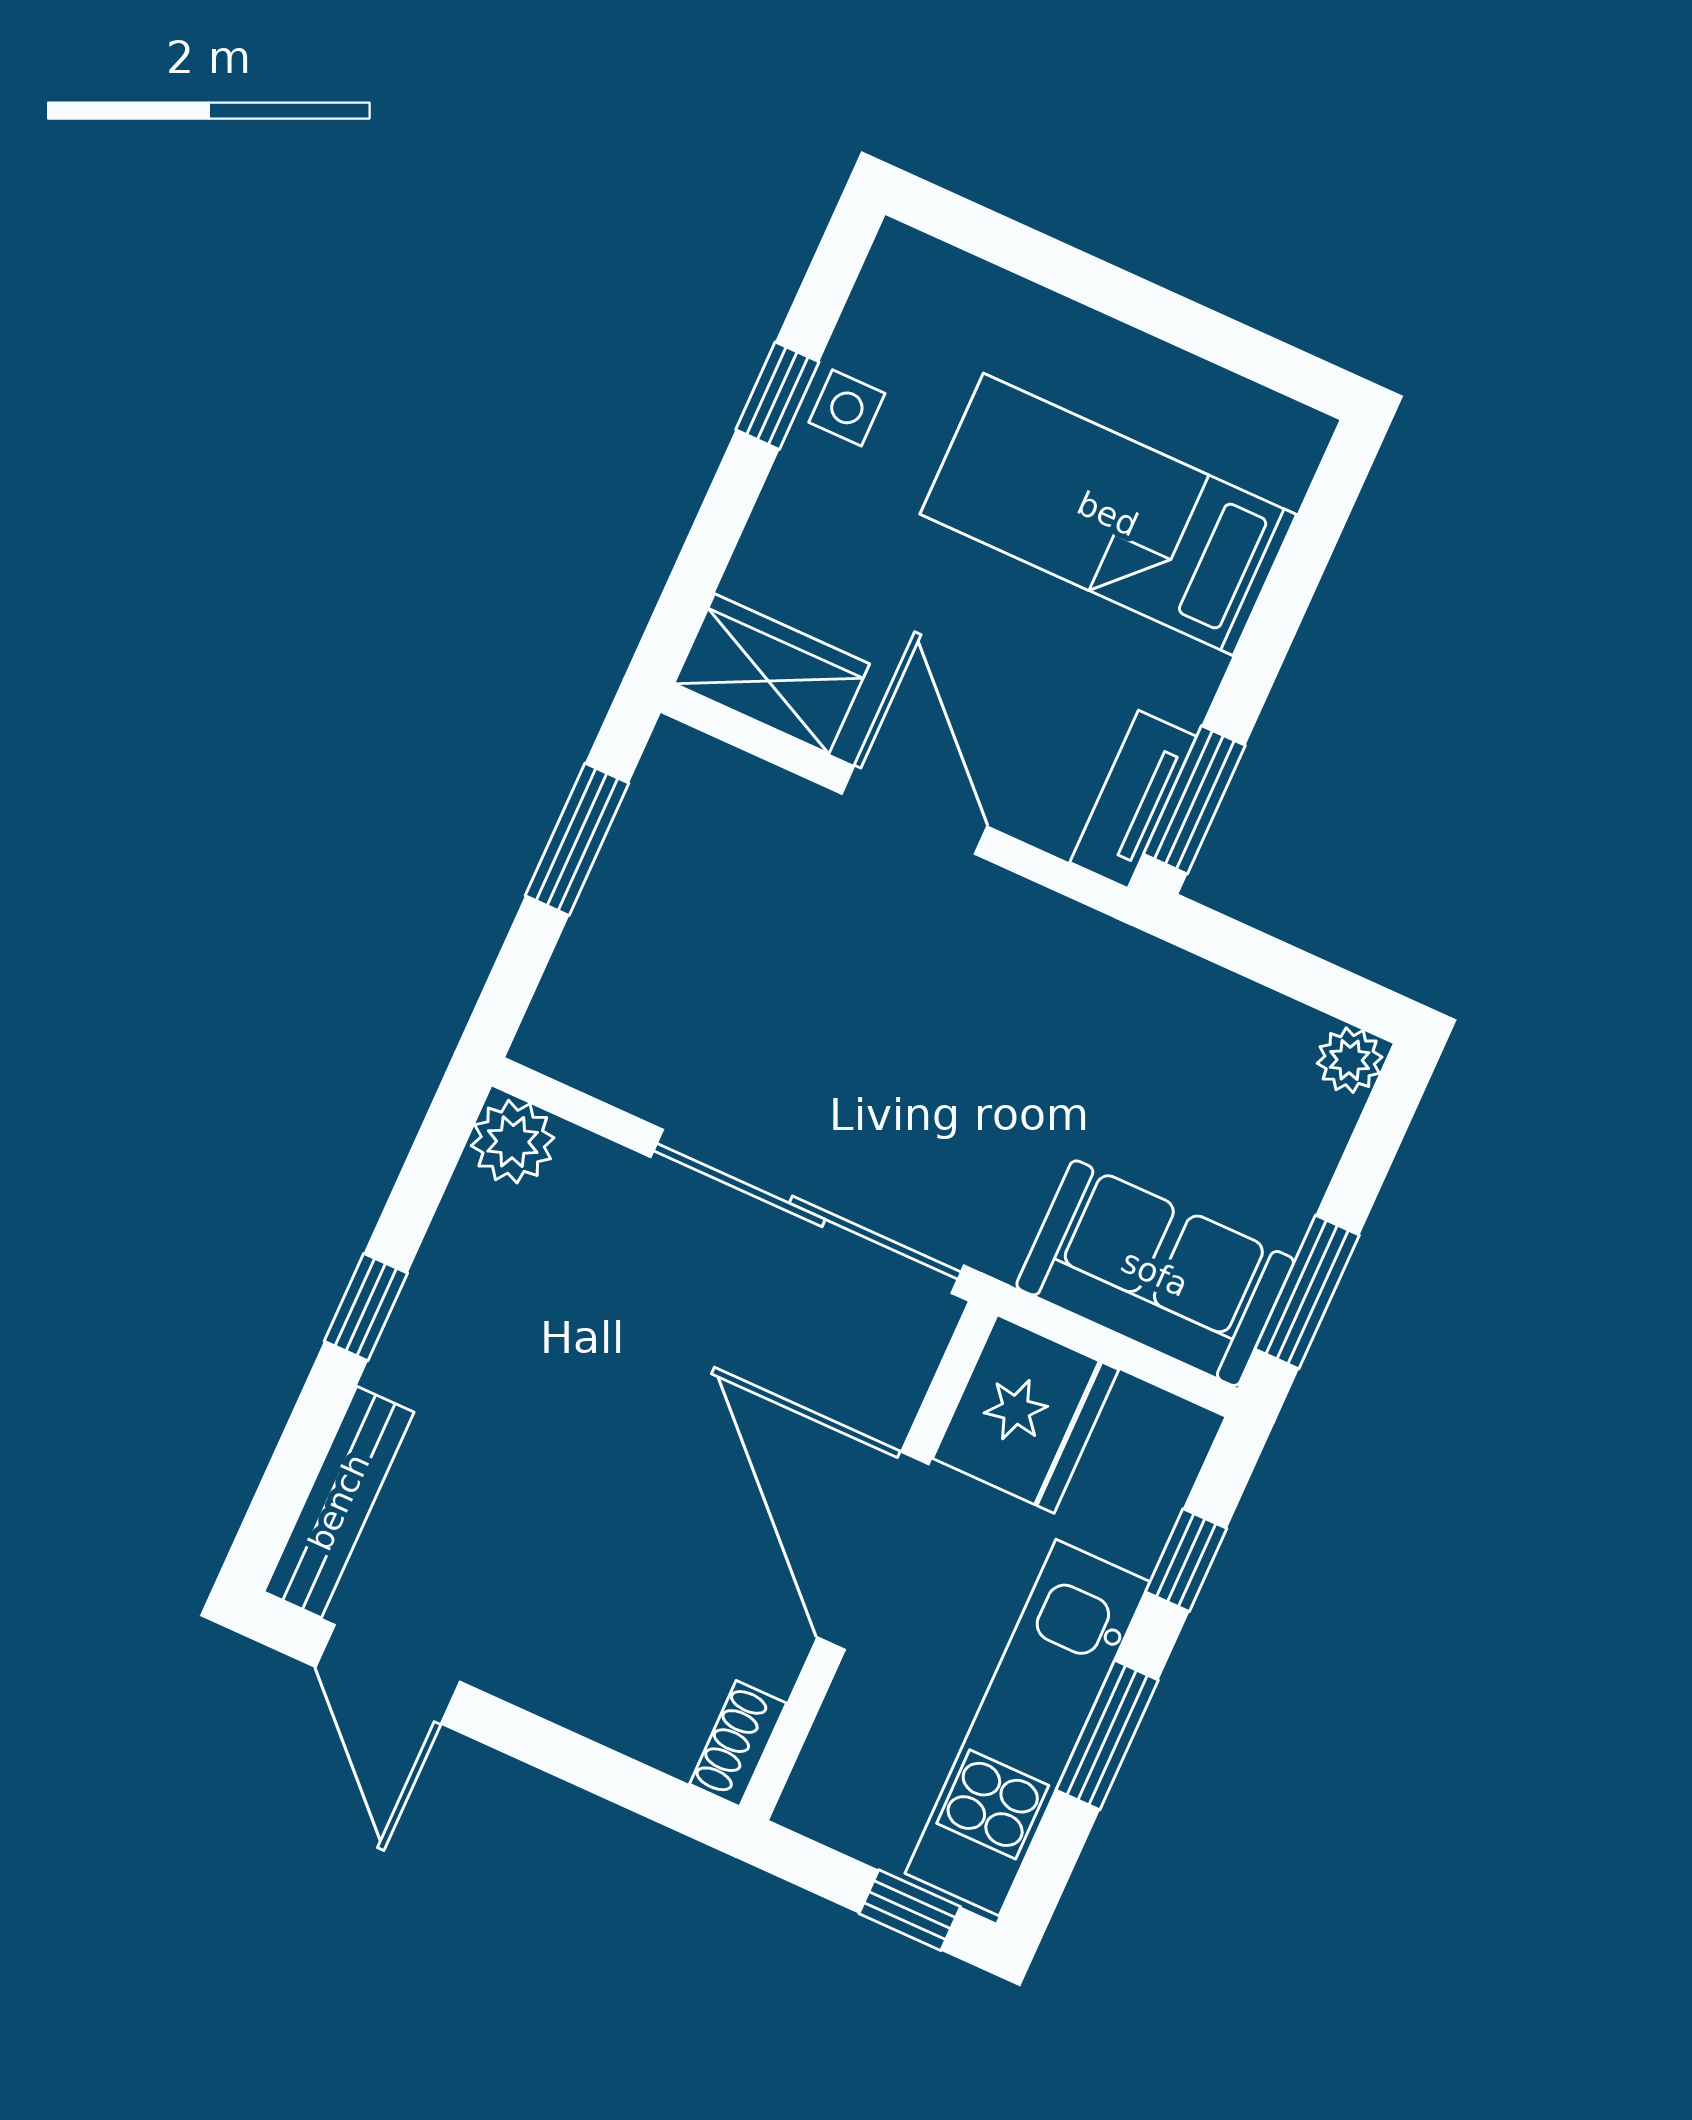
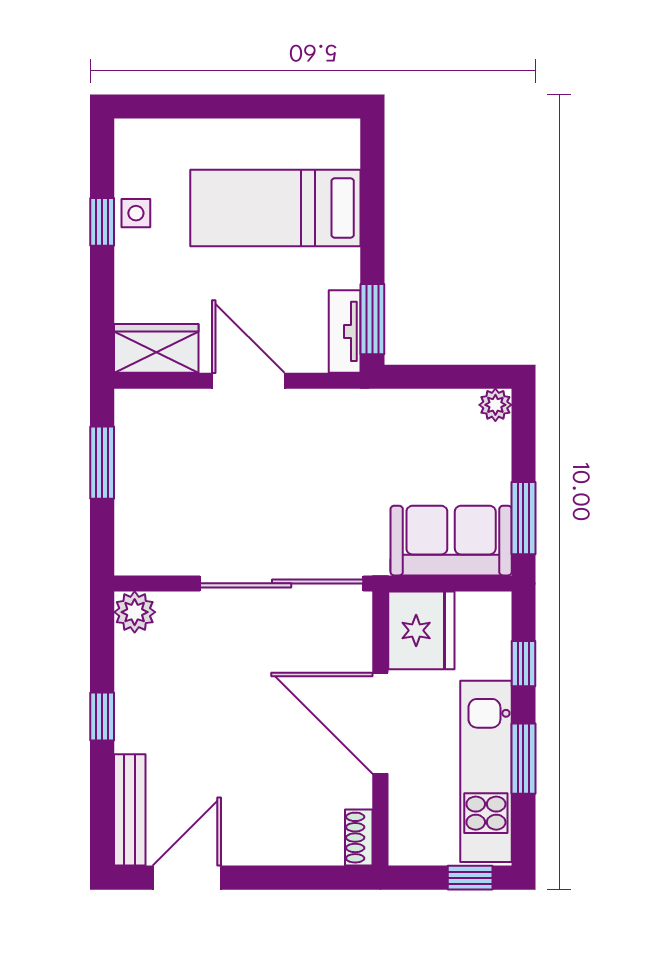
door: (388, 1674) -> (187, 878), swing flipped

